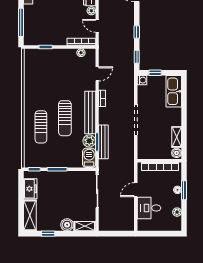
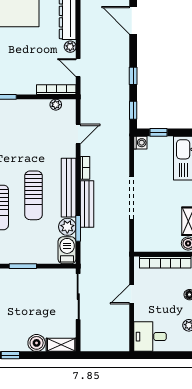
bench: (103, 142) -> (87, 204), moved
desk: (149, 208) -> (150, 337), moved

